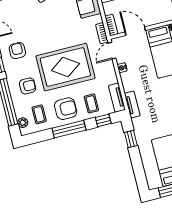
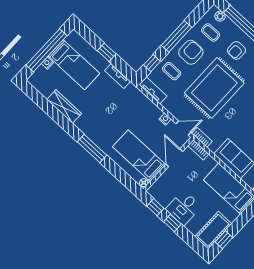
door: (135, 31) -> (174, 158), swing flipped
door: (112, 51) -> (183, 128), hinge flipped
tv unit: (132, 105) -> (118, 76), moved
armchair: (66, 109) -> (191, 52), turned 180
window: (131, 139) -> (107, 52), moved

